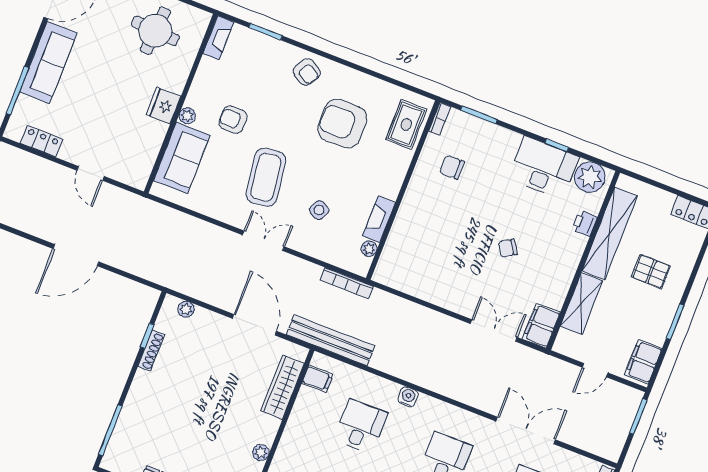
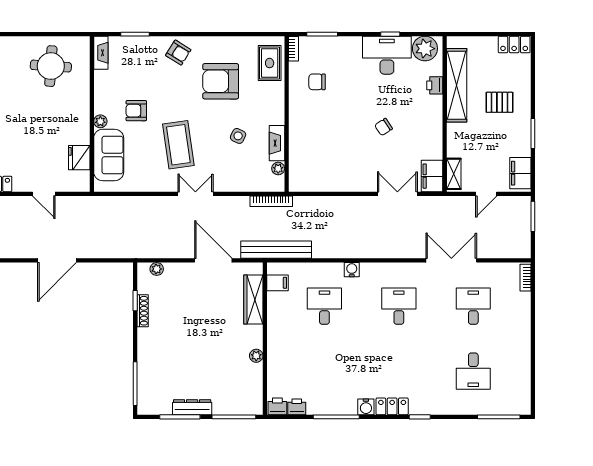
fridge: (163, 106) -> (79, 158), moved
side table: (319, 210) -> (238, 136), moved
shelving: (581, 303) -> (454, 174), moved, width x0.67, depth x0.75

